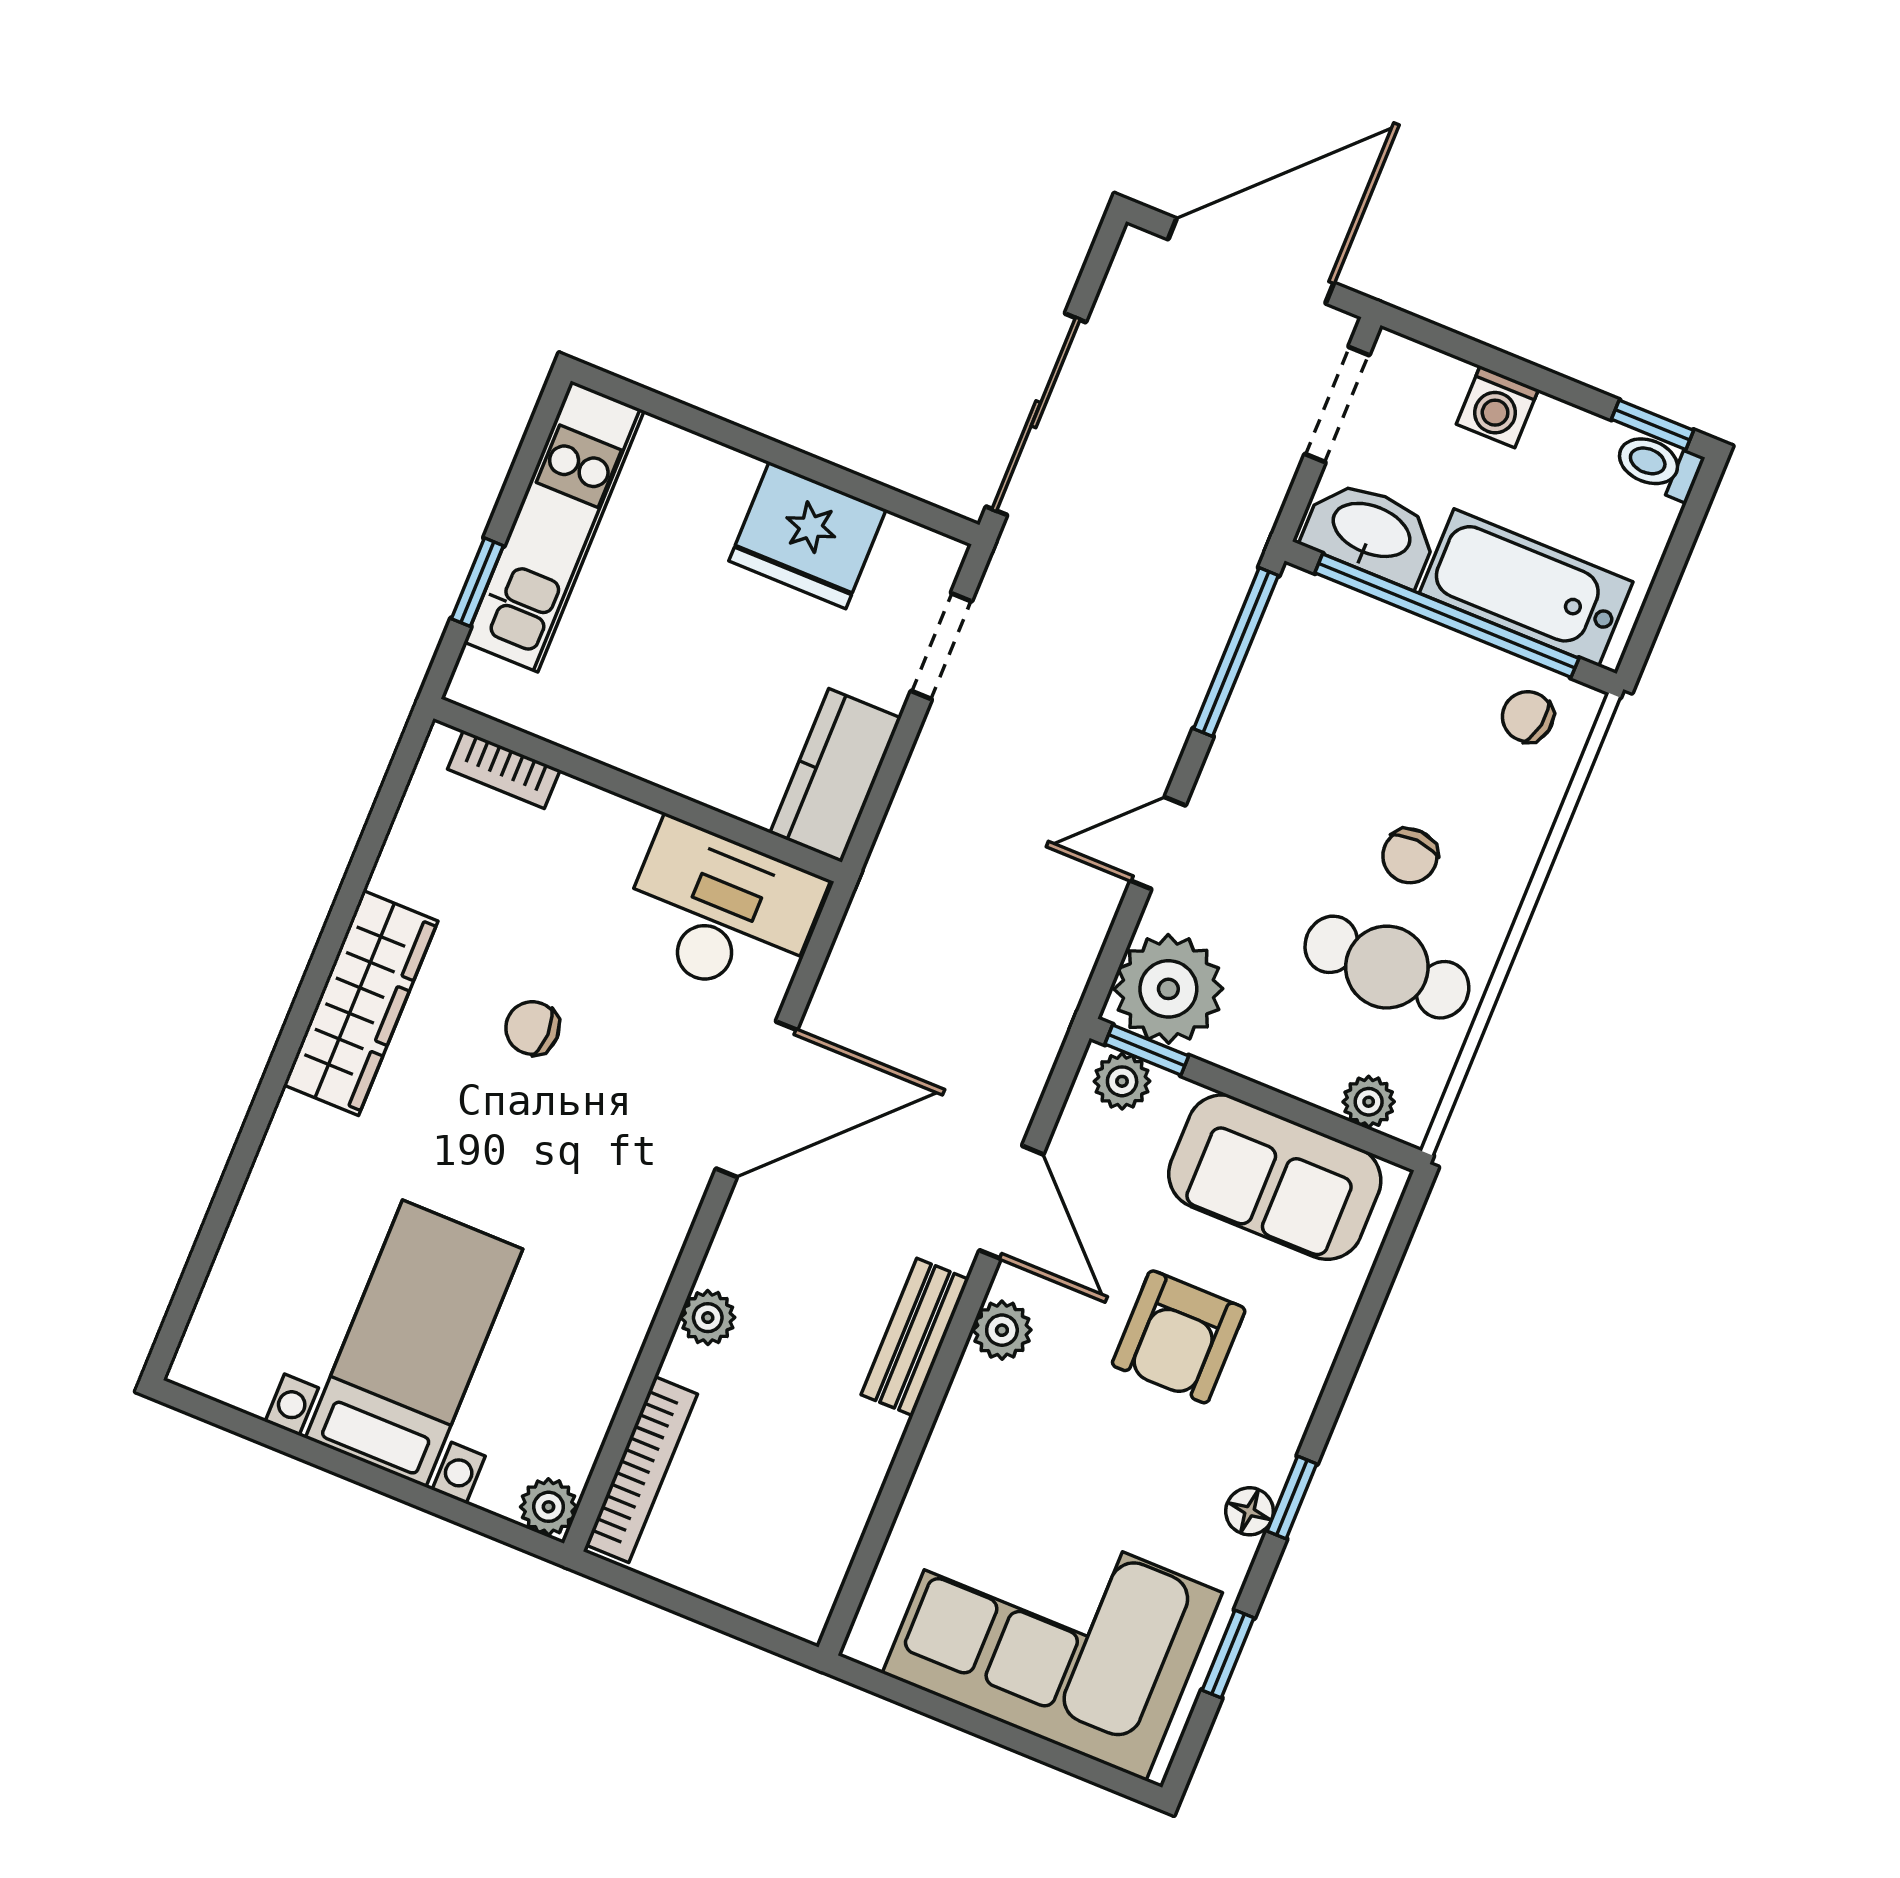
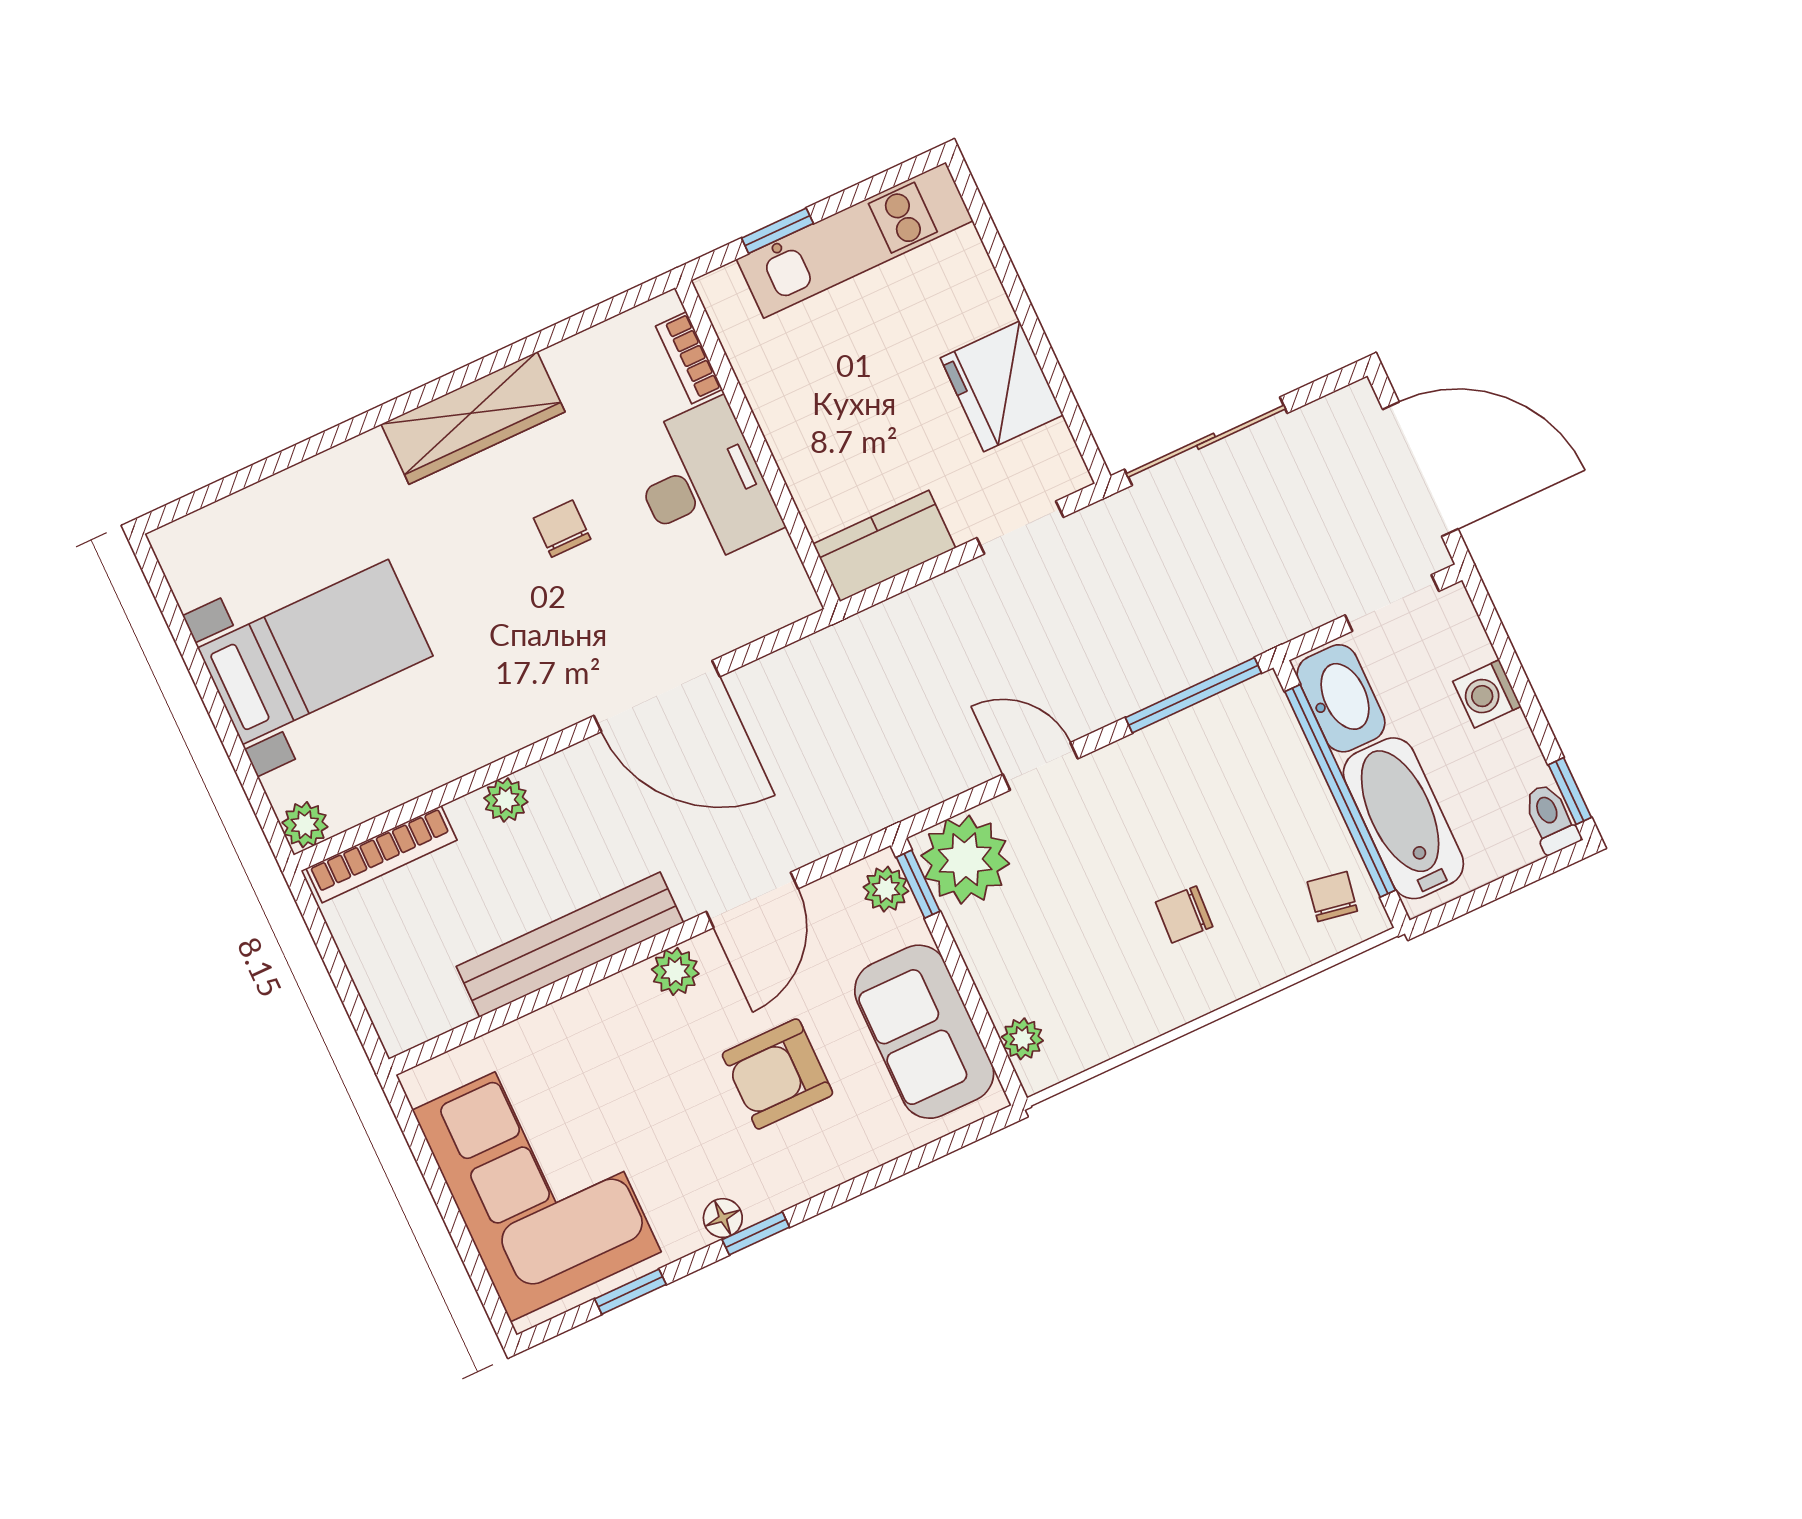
desk: (721, 912) -> (703, 485), moved
cafe table: (1387, 967) -> (1108, 968), removed
bench: (915, 1337) -> (570, 945), width x1.86, depth x1.21

